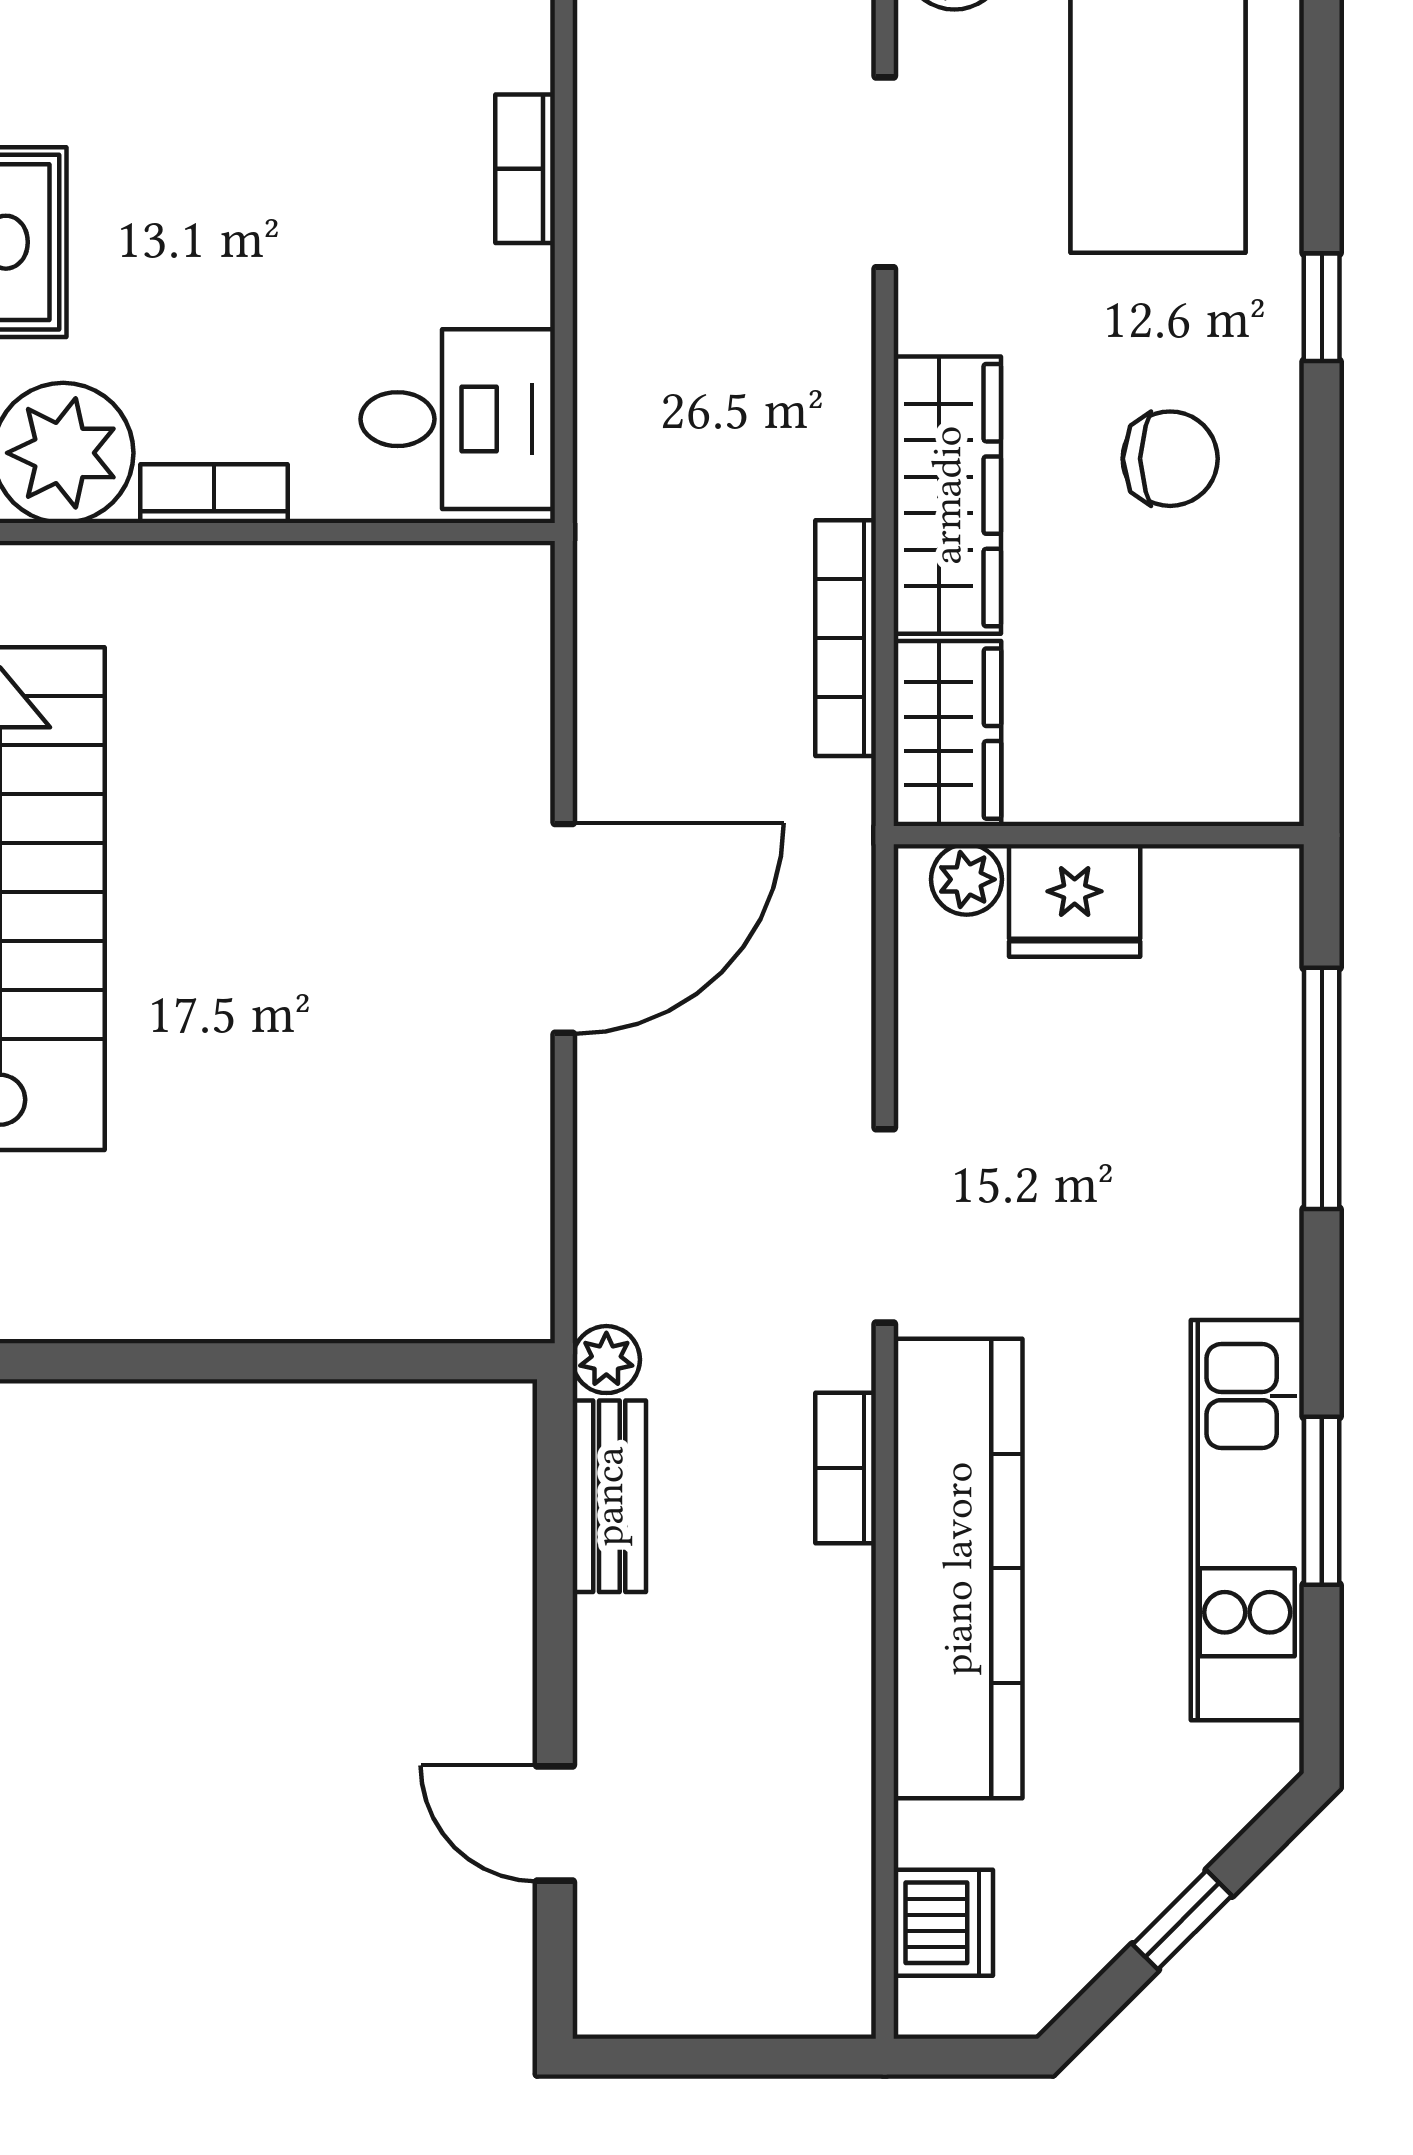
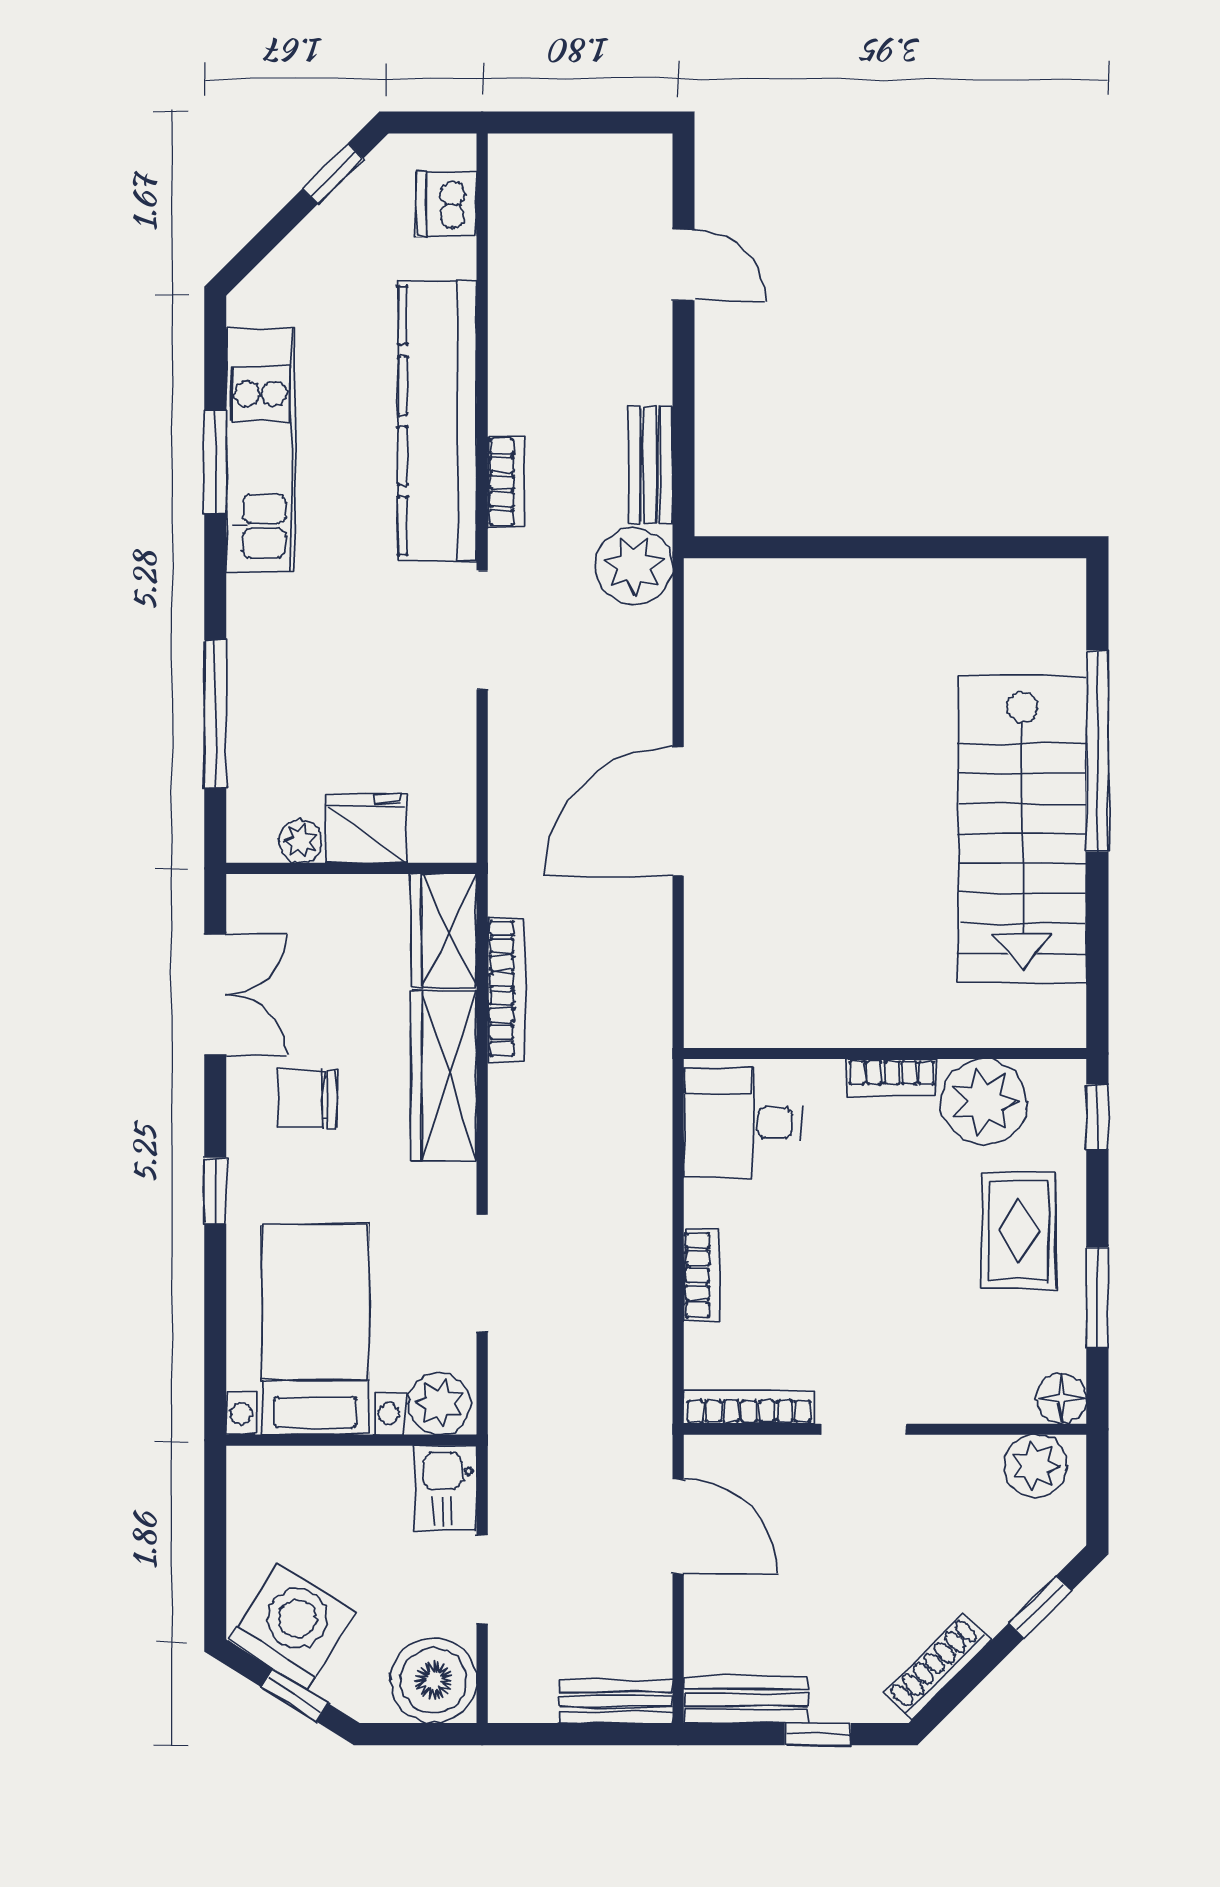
double door: (1322, 628) -> (215, 995), added
plant: (967, 879) -> (300, 841), moved
plant: (606, 1360) -> (634, 566), width x1.88, depth x1.88
window: (1182, 1920) -> (333, 174), moved

